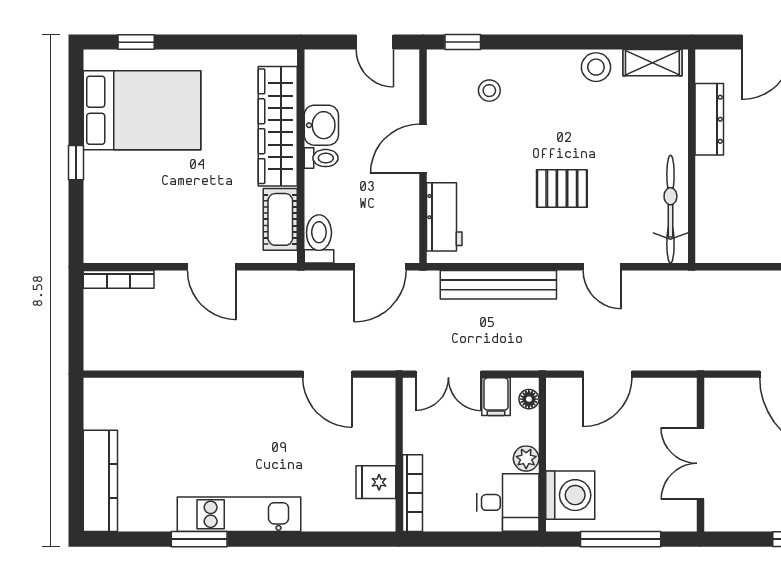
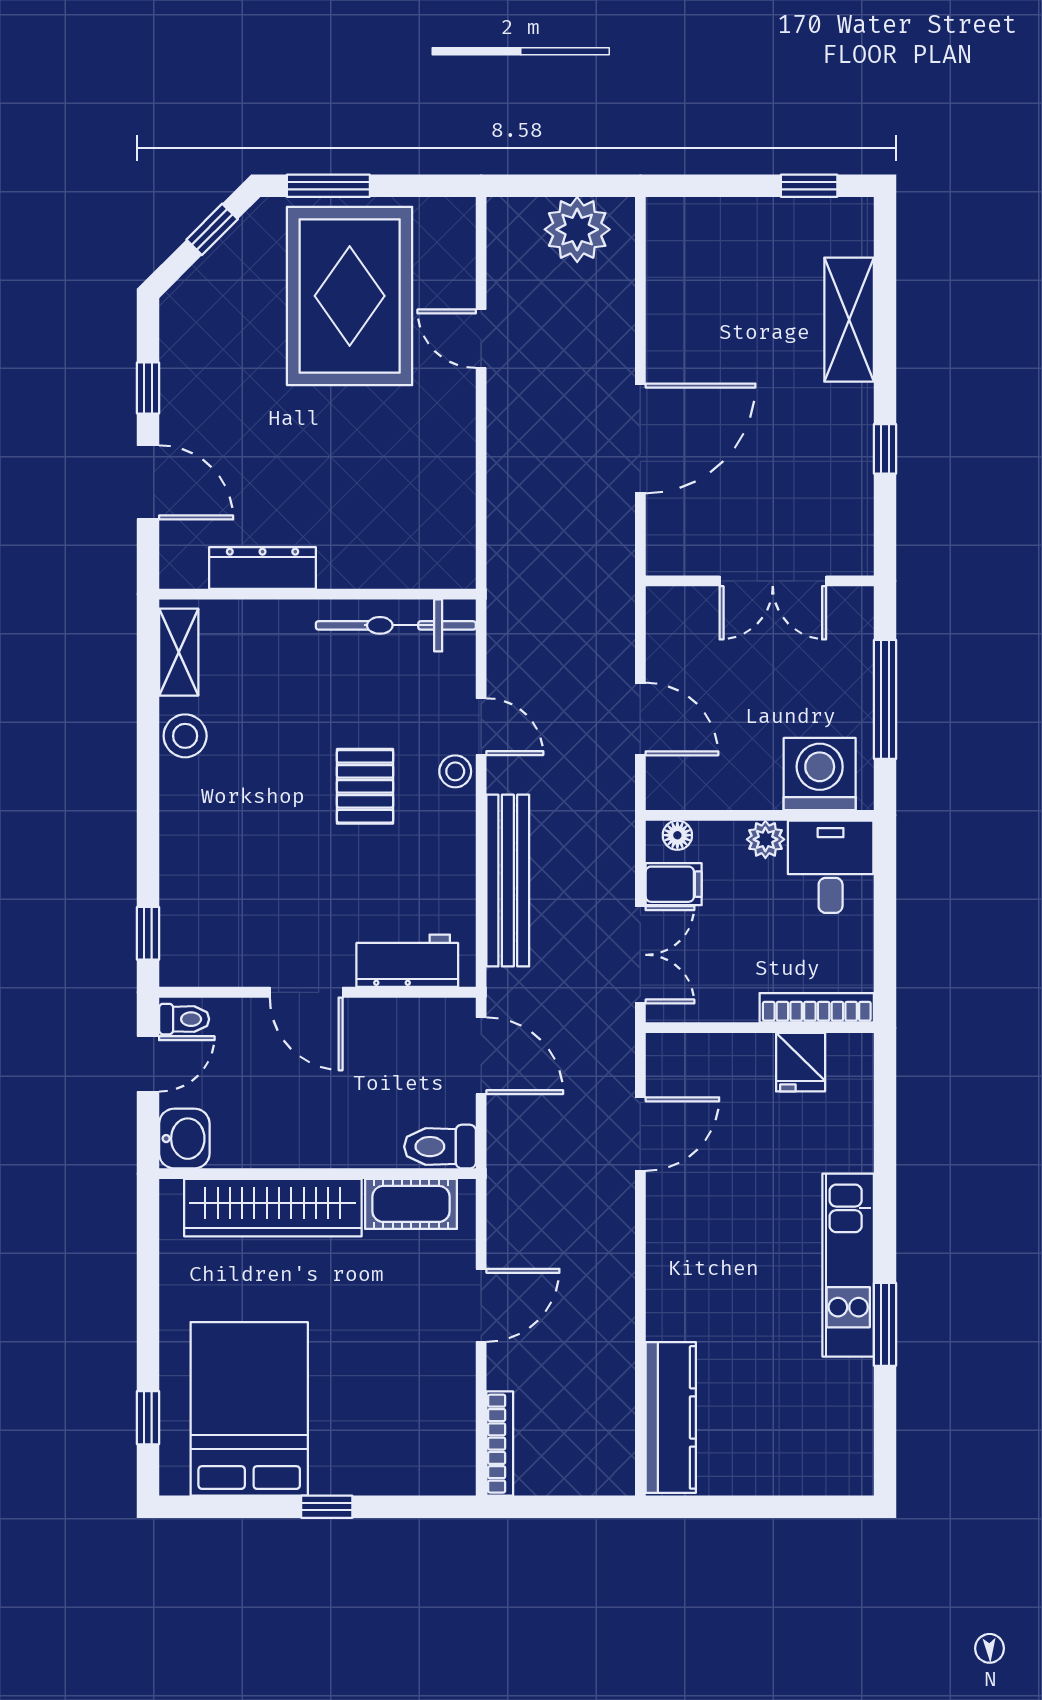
stool: (489, 91) -> (455, 771), moved
washbasin: (321, 125) -> (184, 1139), moved, turned 90
toilet: (321, 158) -> (184, 1019), moved, turned 90
door: (602, 267) -> (481, 727), hinge flipped
kitchen counter: (100, 481) -> (671, 1417), moved, turned 90

